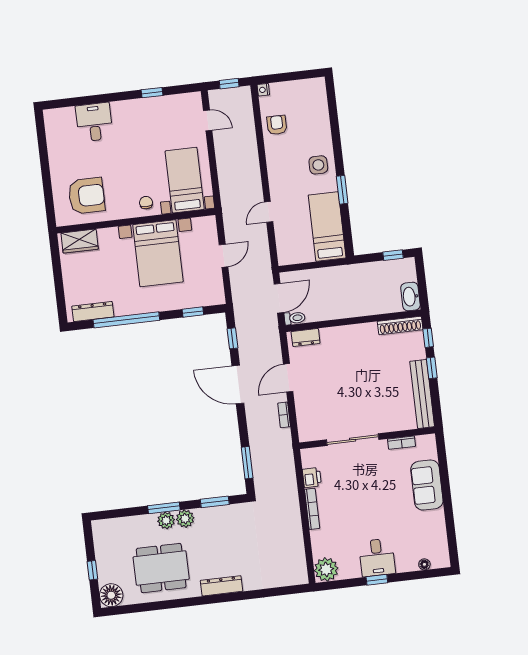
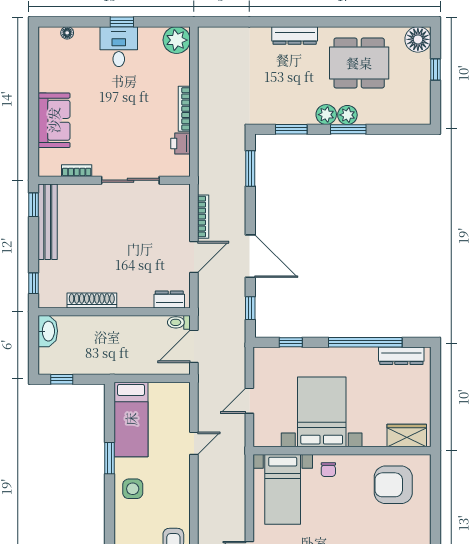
shoe rack: (400, 326) -> (92, 300), moved
window: (432, 368) -> (34, 205), moved
bookcase: (284, 415) -> (203, 217), width x1.56

